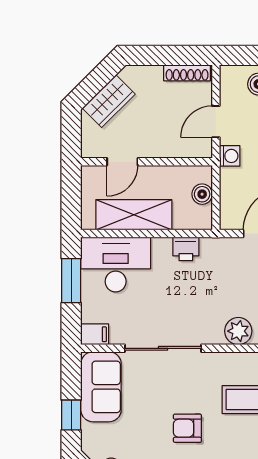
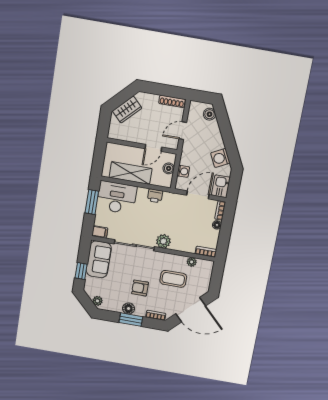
washing machine: (230, 156) -> (183, 171), moved
door: (122, 162) -> (153, 148), moved
plant: (238, 331) -> (163, 241), moved

